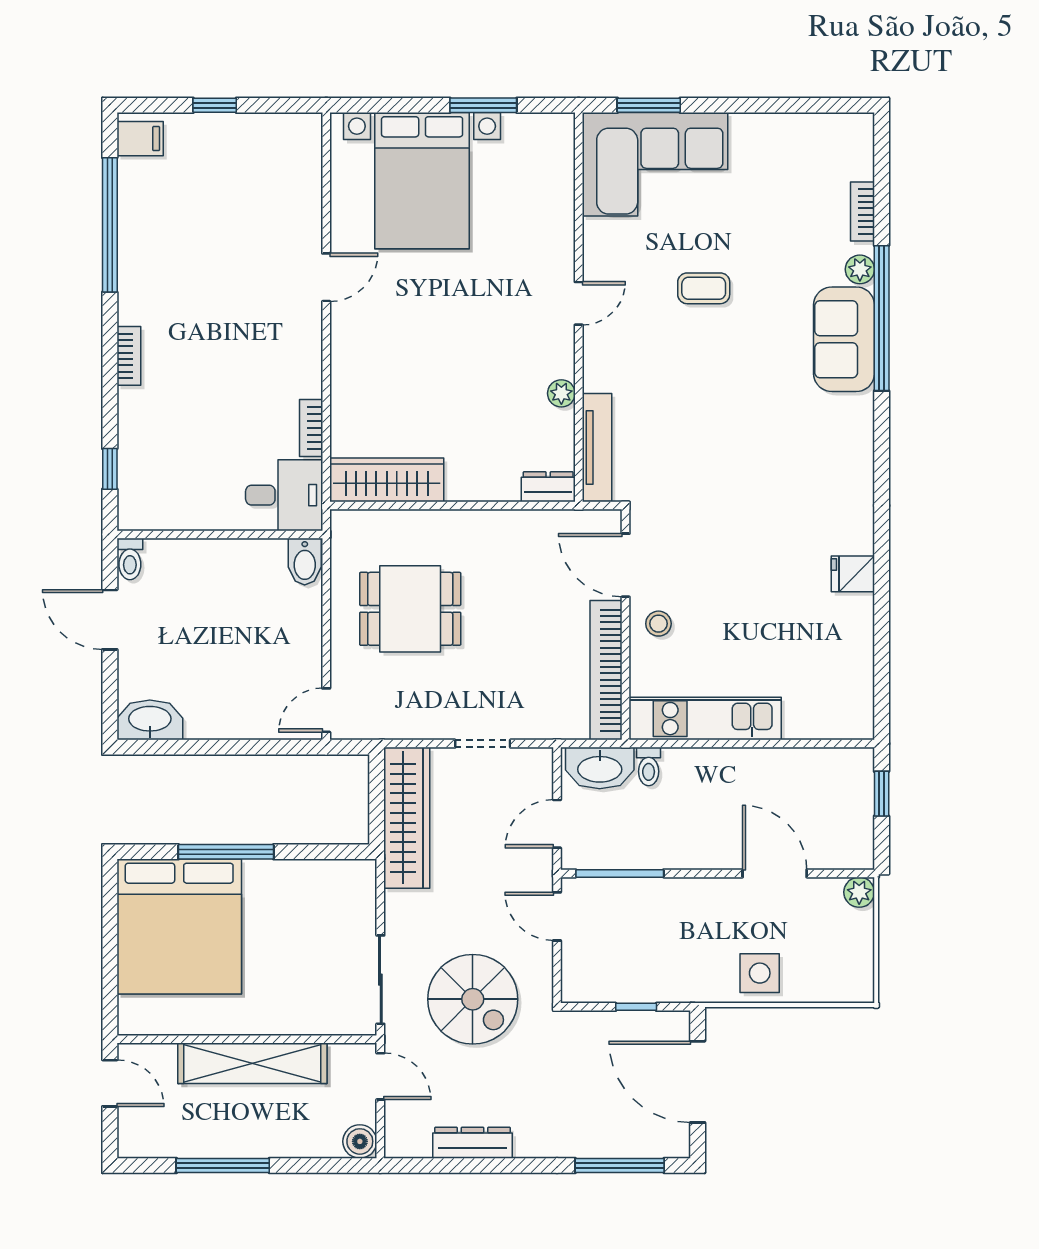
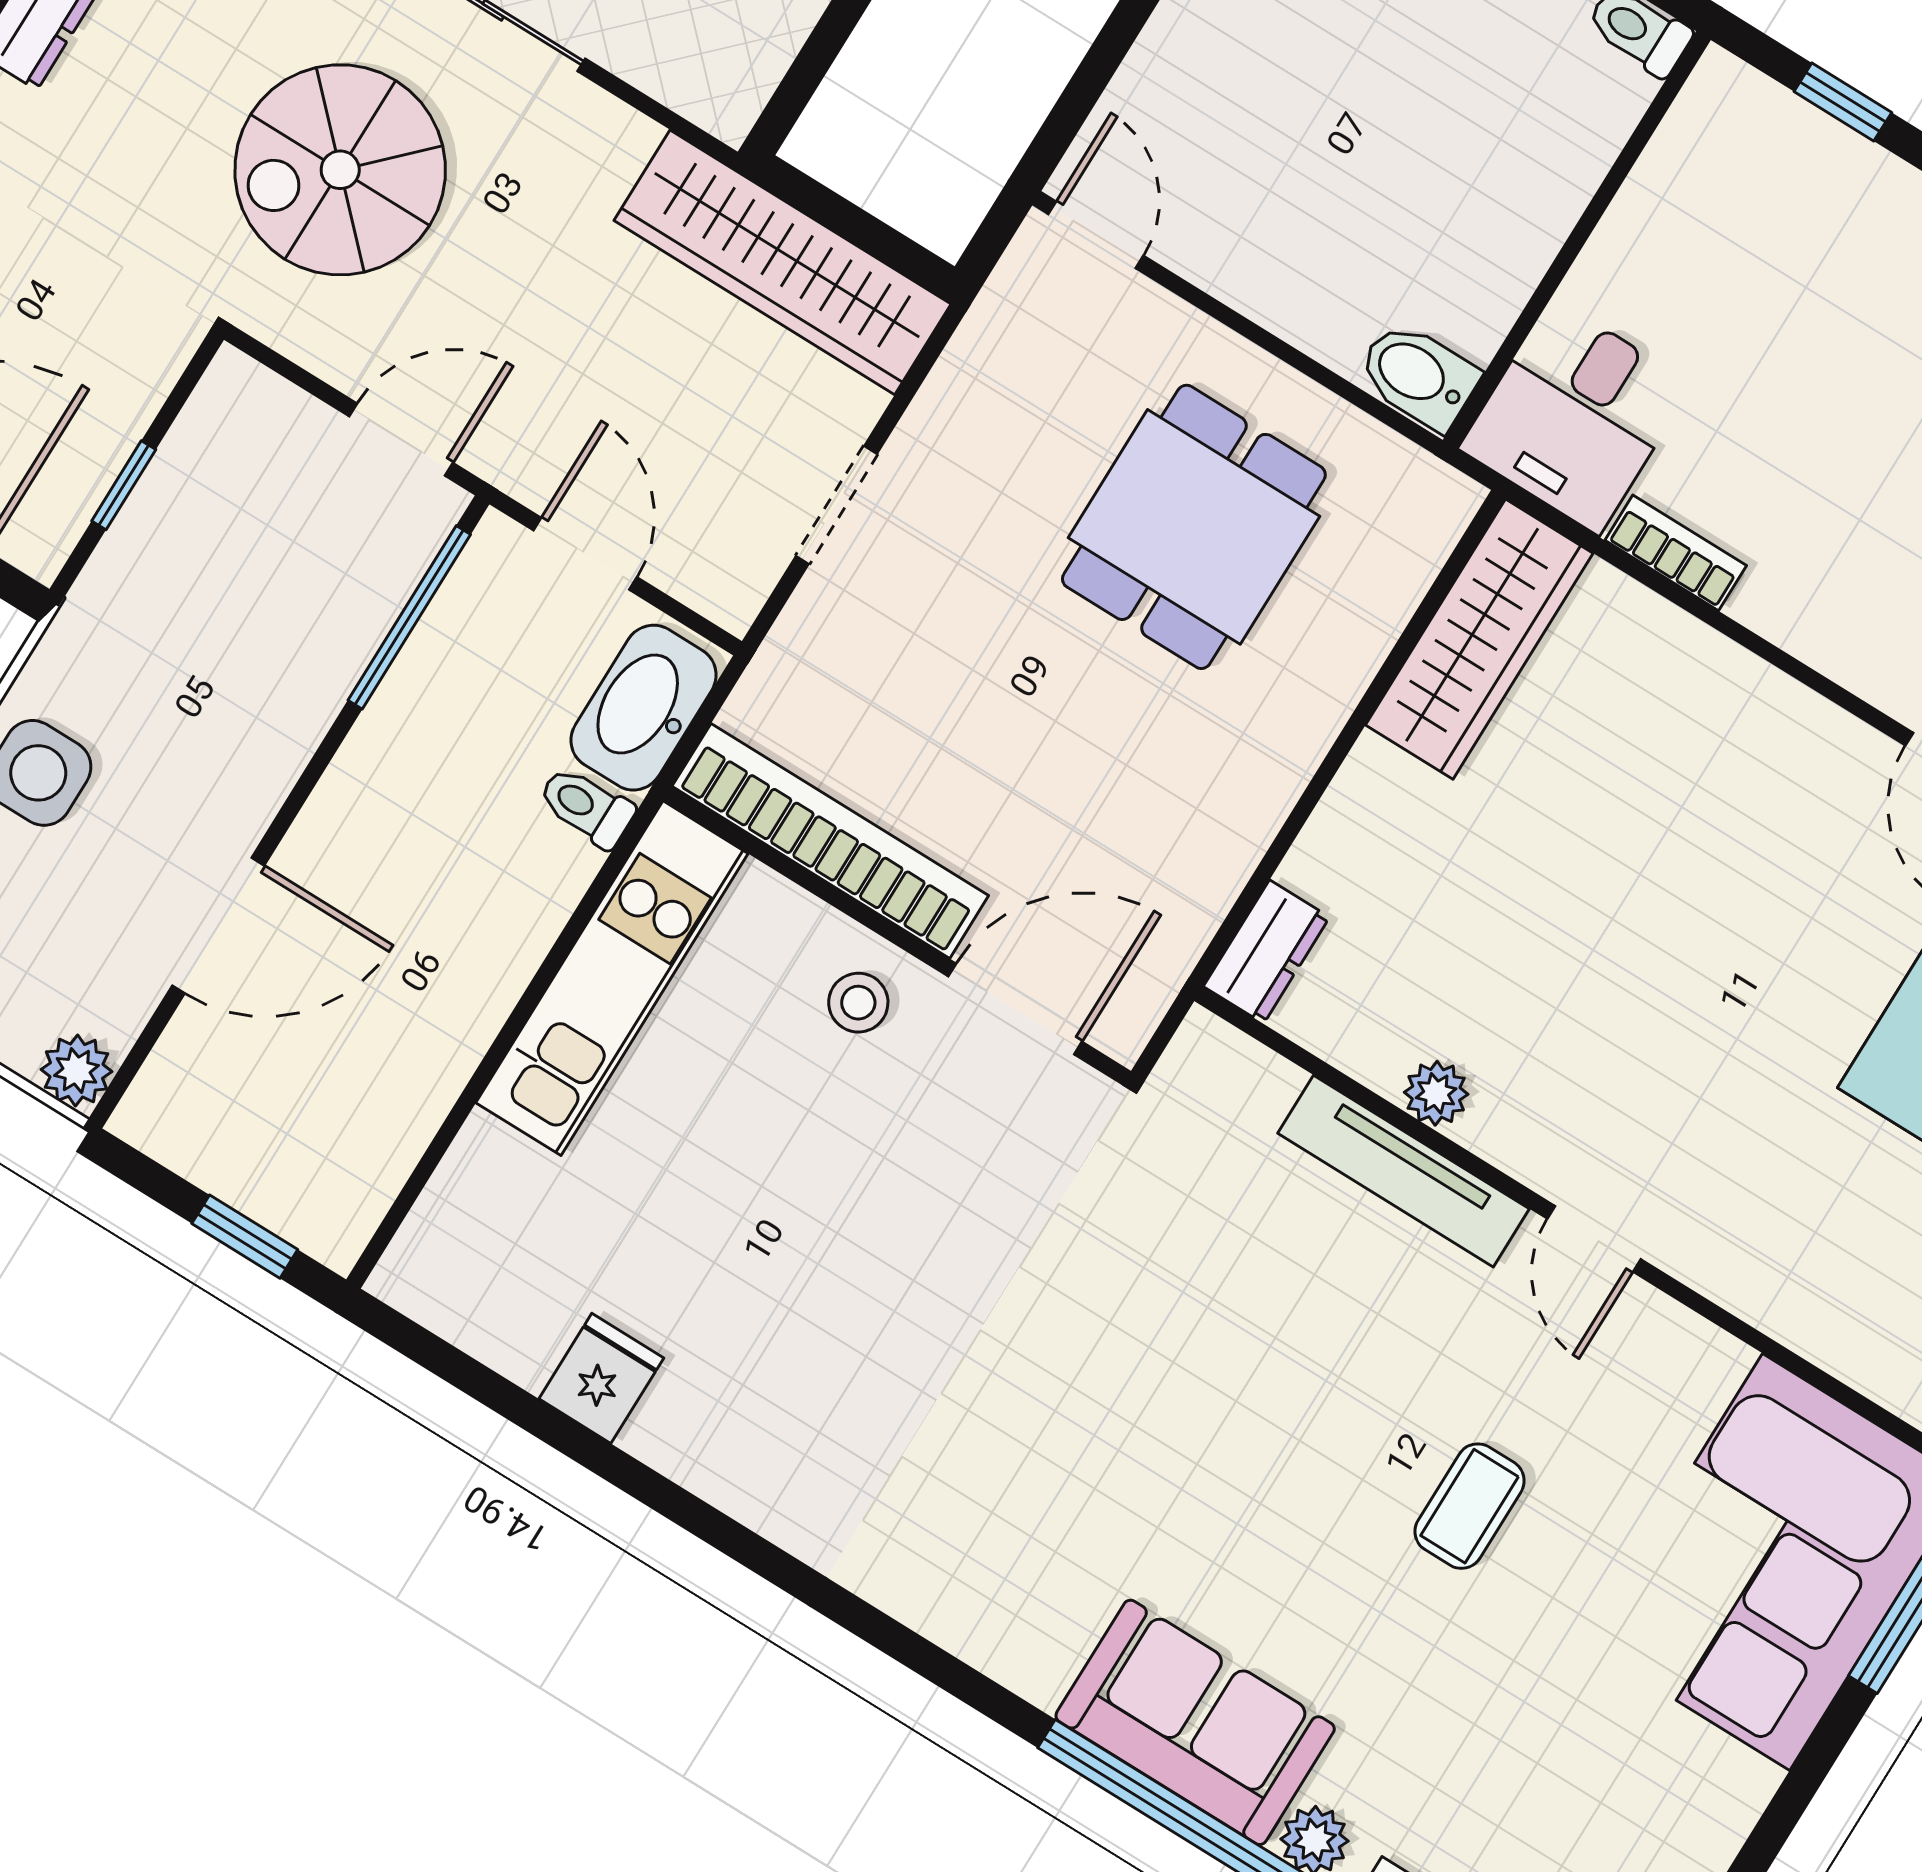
tv unit: (597, 447) -> (1403, 1171), moved
fridge: (853, 574) -> (601, 1378), moved

